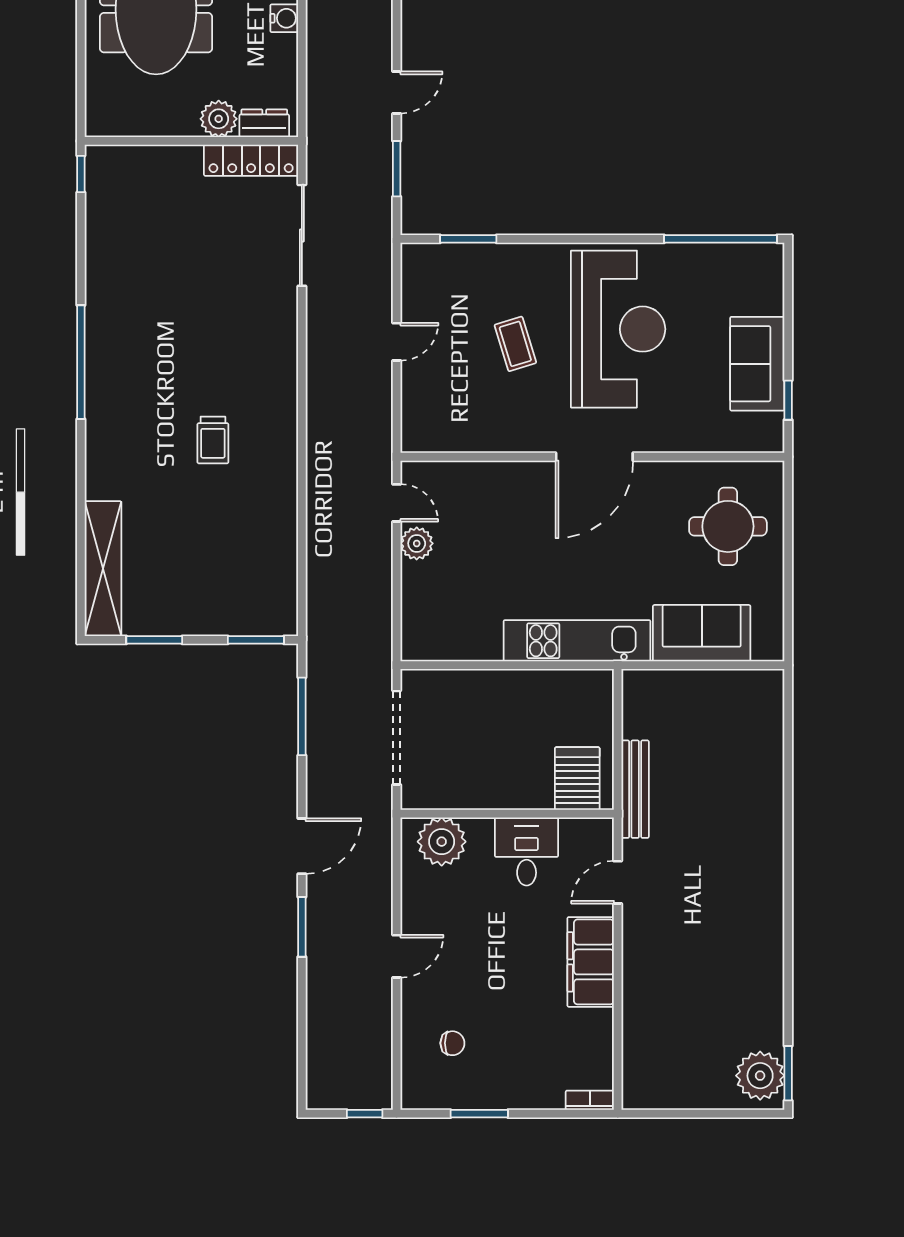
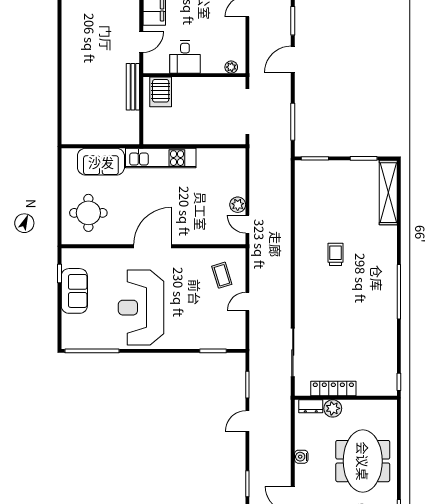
locker: (251, 160) -> (333, 389), moved
coffee table: (515, 344) -> (222, 275), moved
plant: (442, 842) -> (231, 67), width x0.53, depth x0.53

